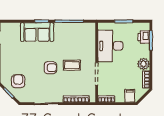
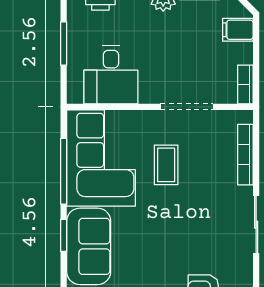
corner sofa: (75, 37) -> (101, 158), added
desk: (110, 46) -> (111, 75), width x0.73
armchair: (50, 68) -> (172, 215), removed

